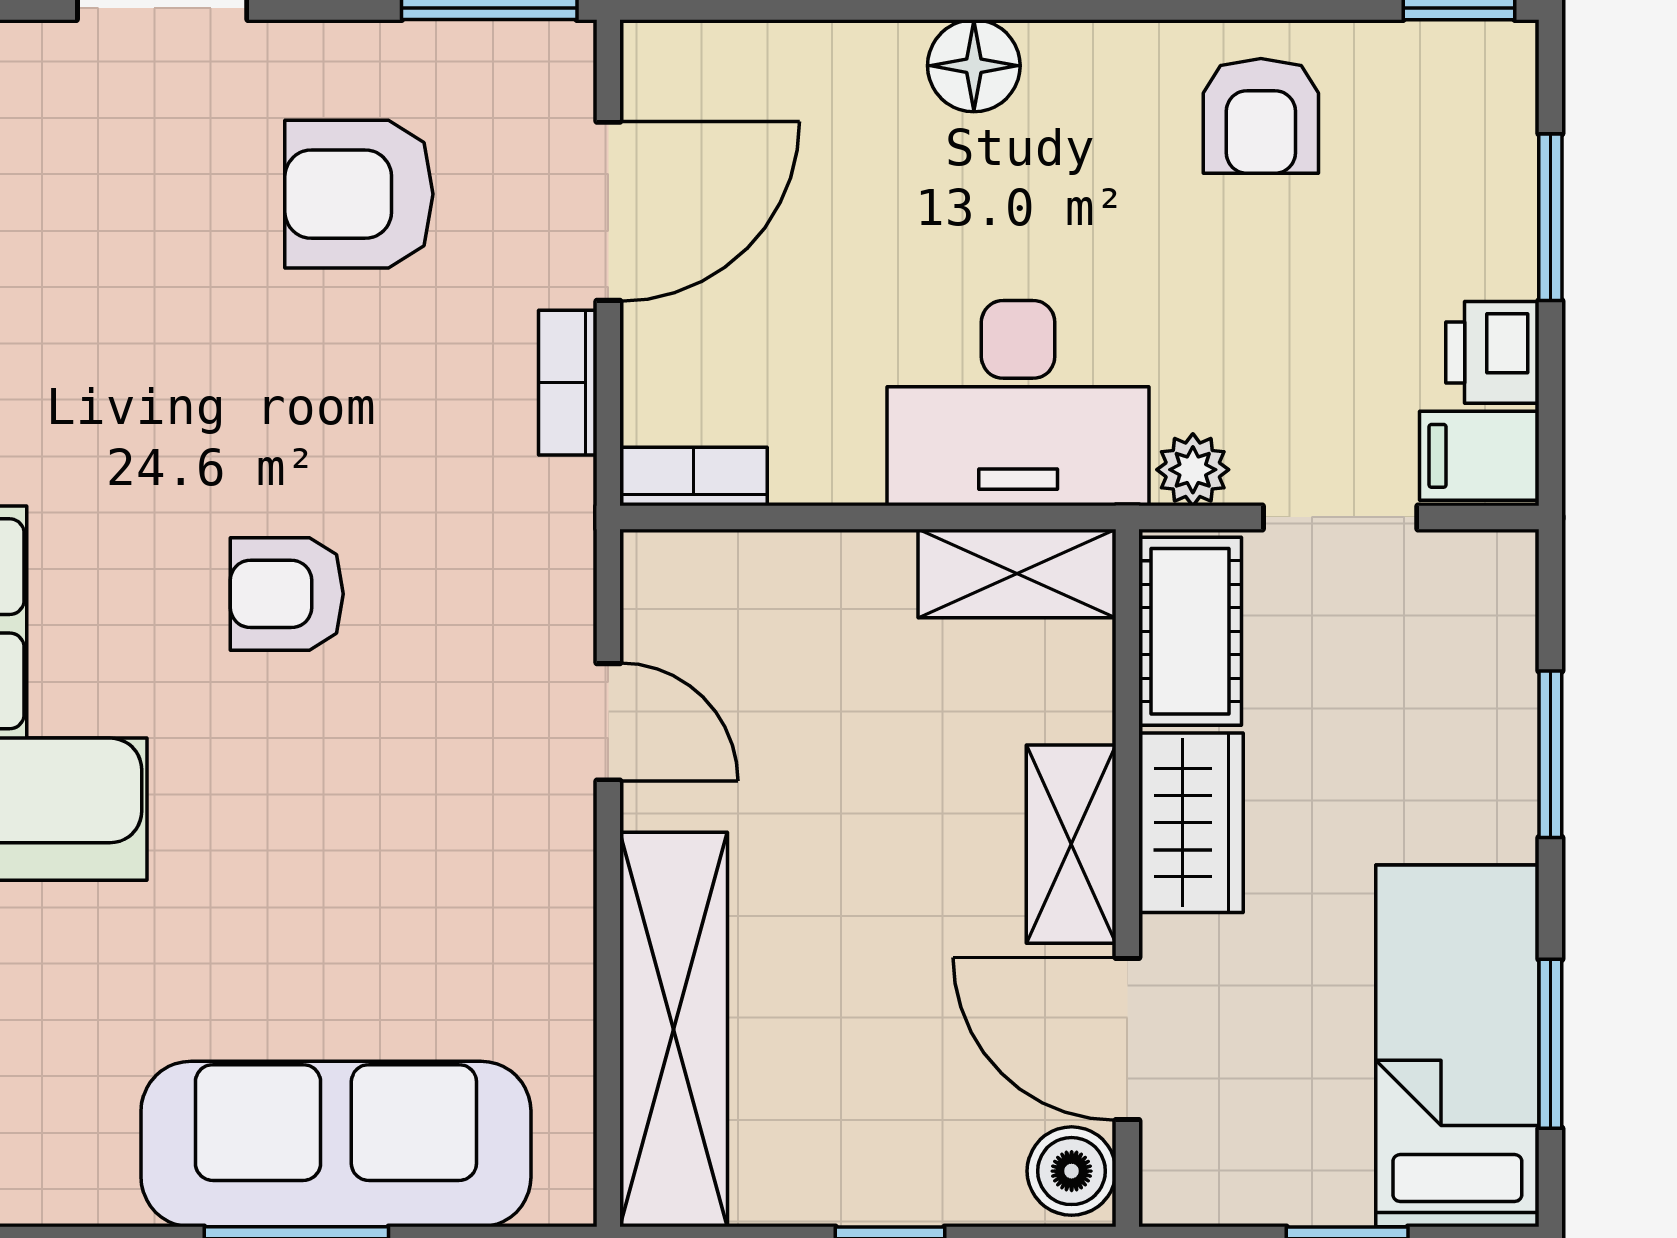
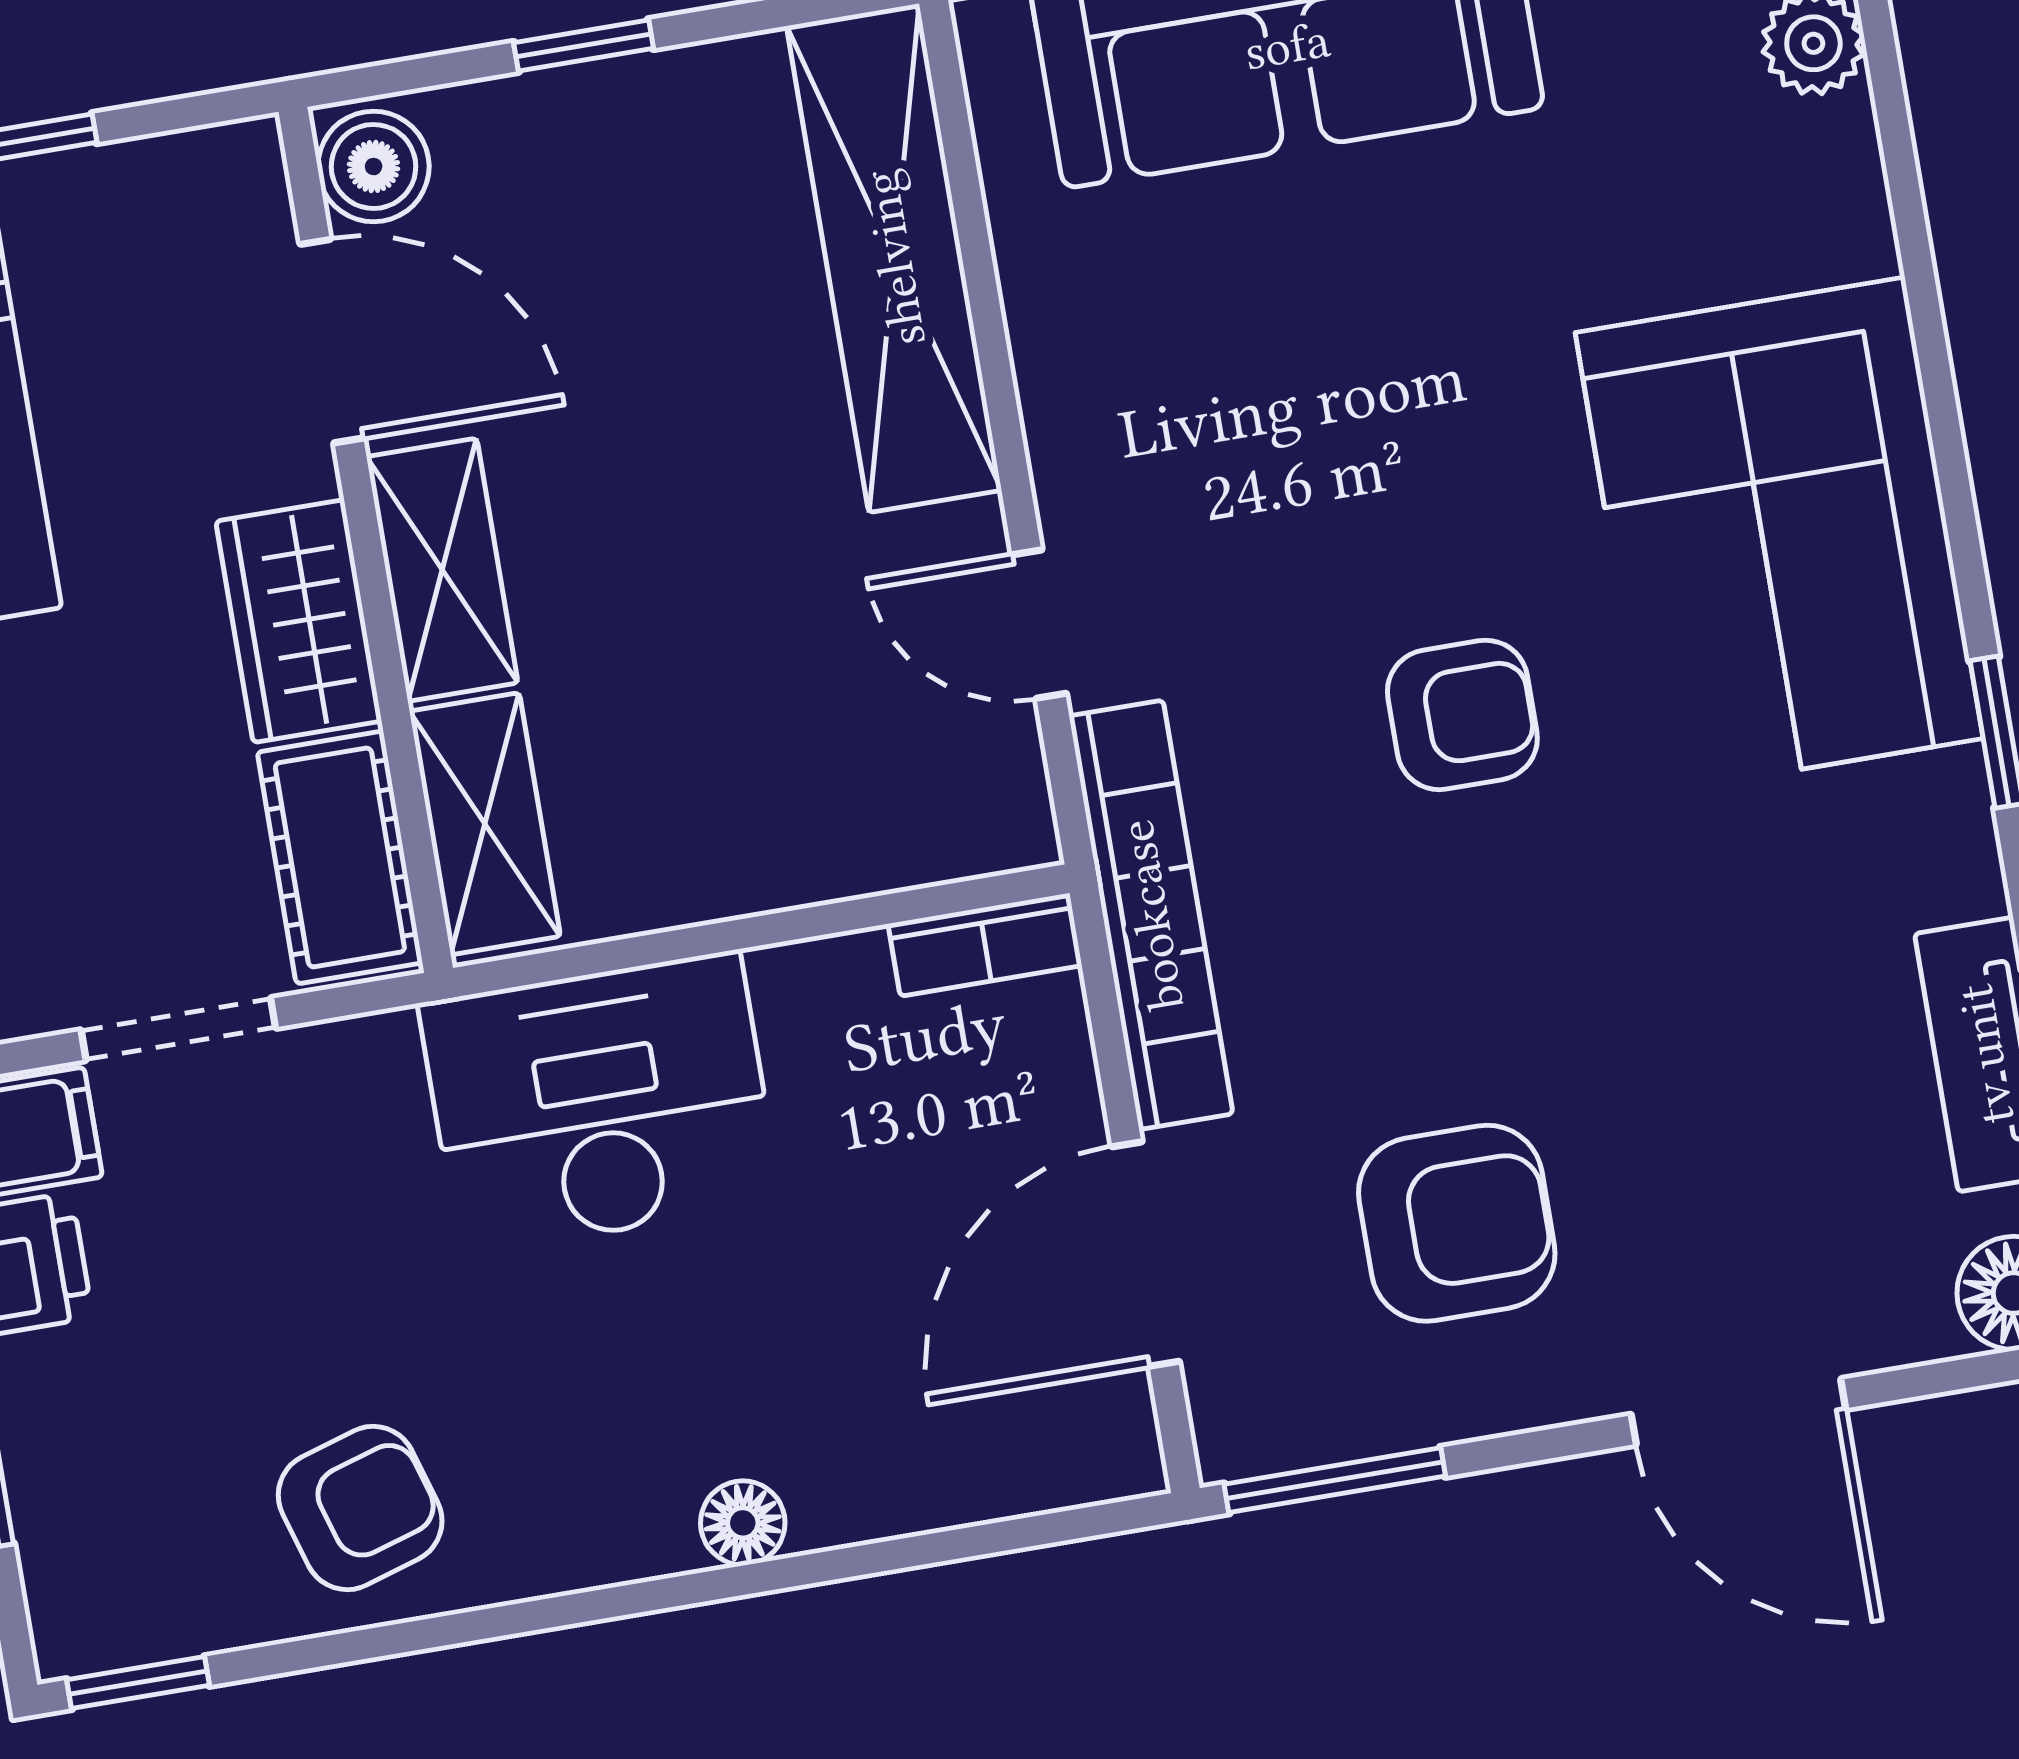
floor lamp: (974, 66) -> (743, 1523), width x0.73, depth x0.73
armchair: (1261, 116) -> (360, 1508), turned 73
bookcase: (568, 383) -> (1151, 915), width x2.31, depth x1.31
plant: (1193, 470) -> (370, 1057), removed
shelving: (1017, 573) -> (485, 824), moved, turned 90

